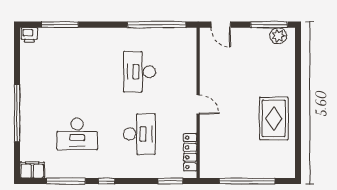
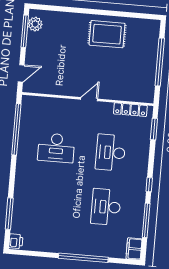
desk: (77, 134) -> (106, 207), turned 180
desk: (139, 134) -> (111, 153), turned -90

